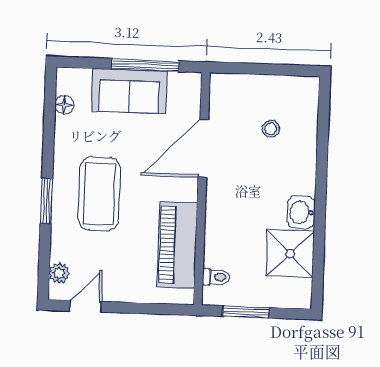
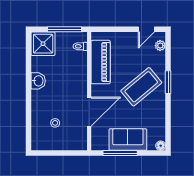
floor lamp: (64, 105) -> (161, 146), moved
coffee table: (99, 194) -> (141, 87), turned 50
shower: (290, 254) -> (43, 44), moved
window: (246, 312) -> (64, 29), width x1.44

